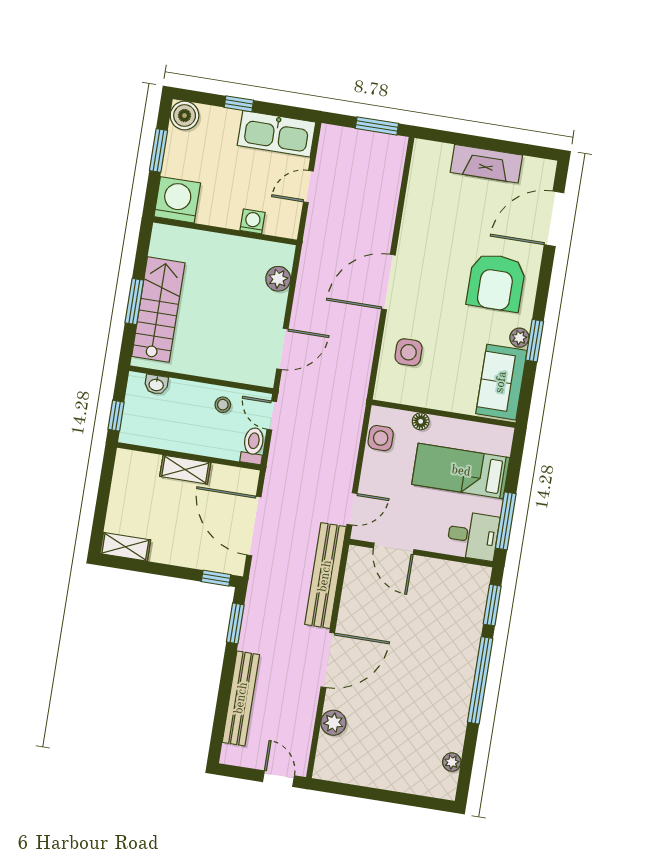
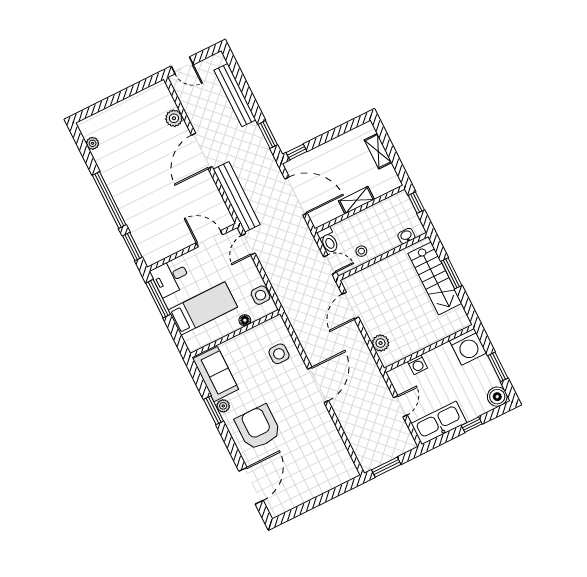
fireplace: (486, 164) -> (310, 489), removed
shelving: (125, 547) -> (378, 151), moved, turned 90

